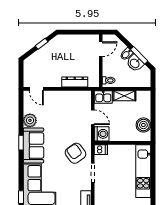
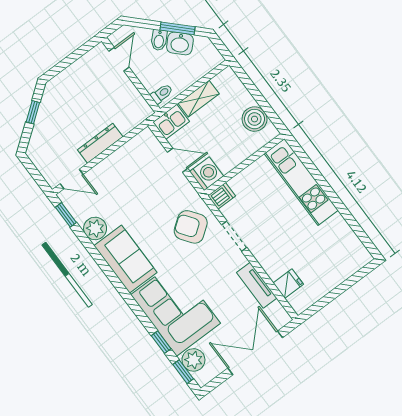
dresser: (75, 82) -> (100, 143), moved
window: (21, 143) -> (66, 215), moved

